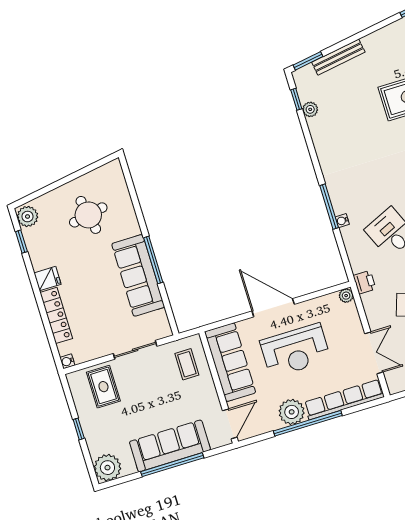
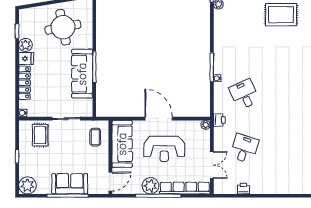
round table: (88, 215) -> (63, 27), width x1.36, depth x1.36
plant: (28, 216) -> (25, 45), moved
sofa: (170, 446) -> (70, 184), width x0.73

